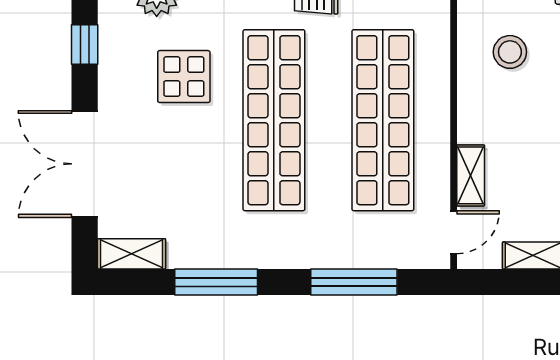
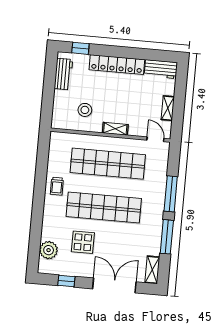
double door: (85, 164) -> (114, 285), swing flipped
shelving: (471, 175) -> (115, 129), moved
window: (354, 282) -> (171, 194), moved

